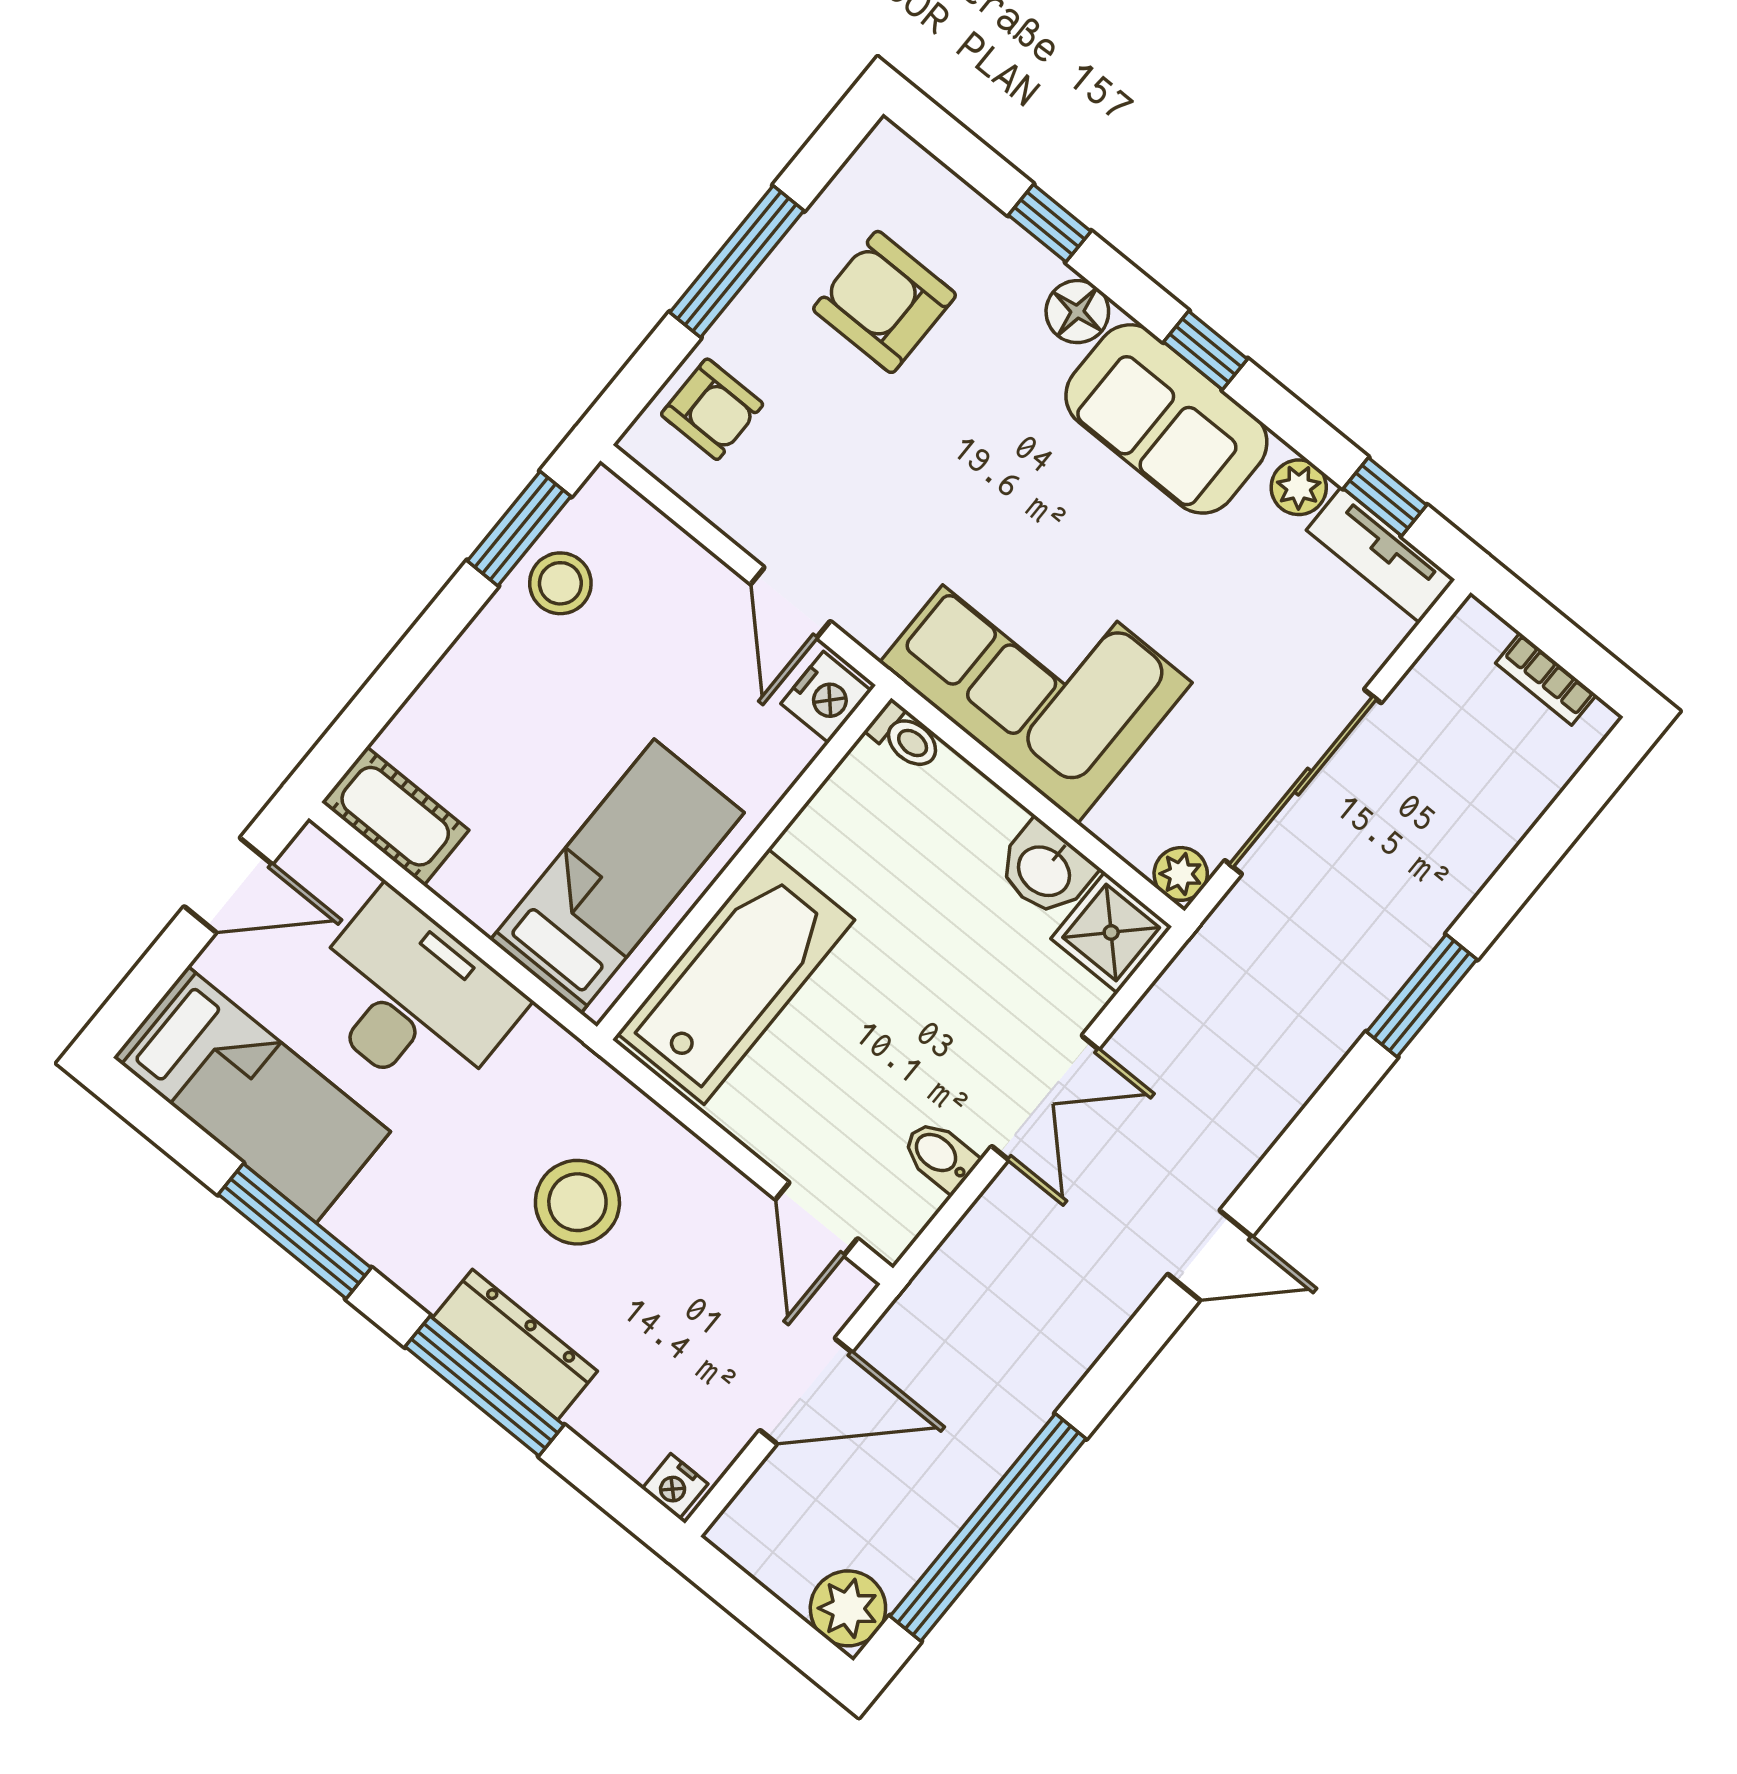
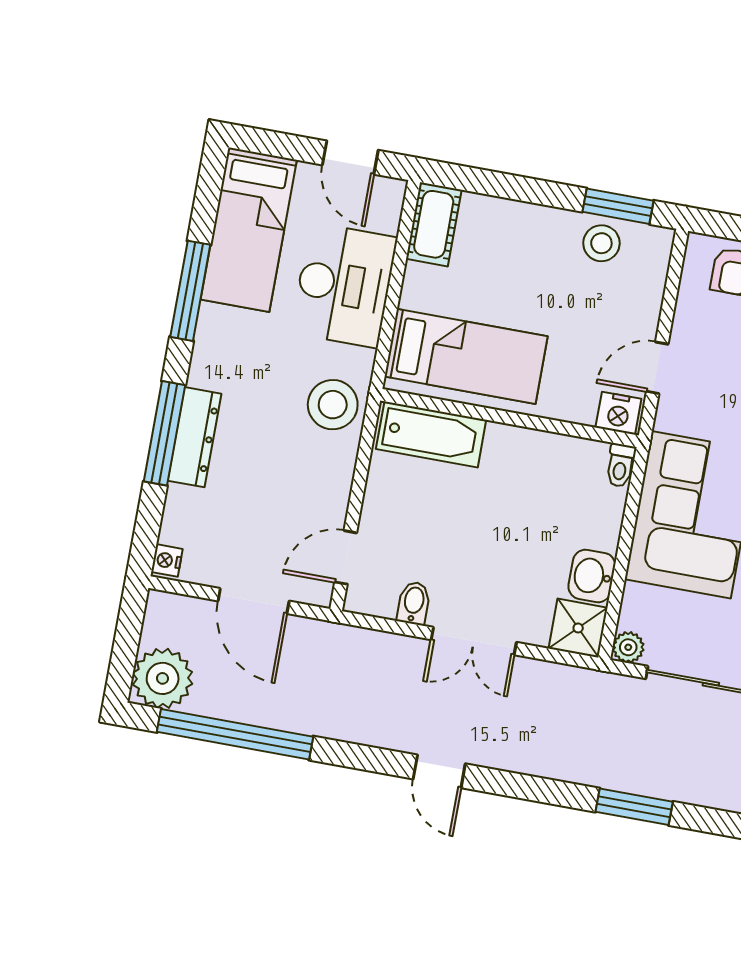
bathtub: (736, 977) -> (431, 434), width x0.73, depth x0.73
stool: (577, 1202) -> (333, 405), moved
plant: (848, 1608) -> (163, 678), width x1.36, depth x1.36

